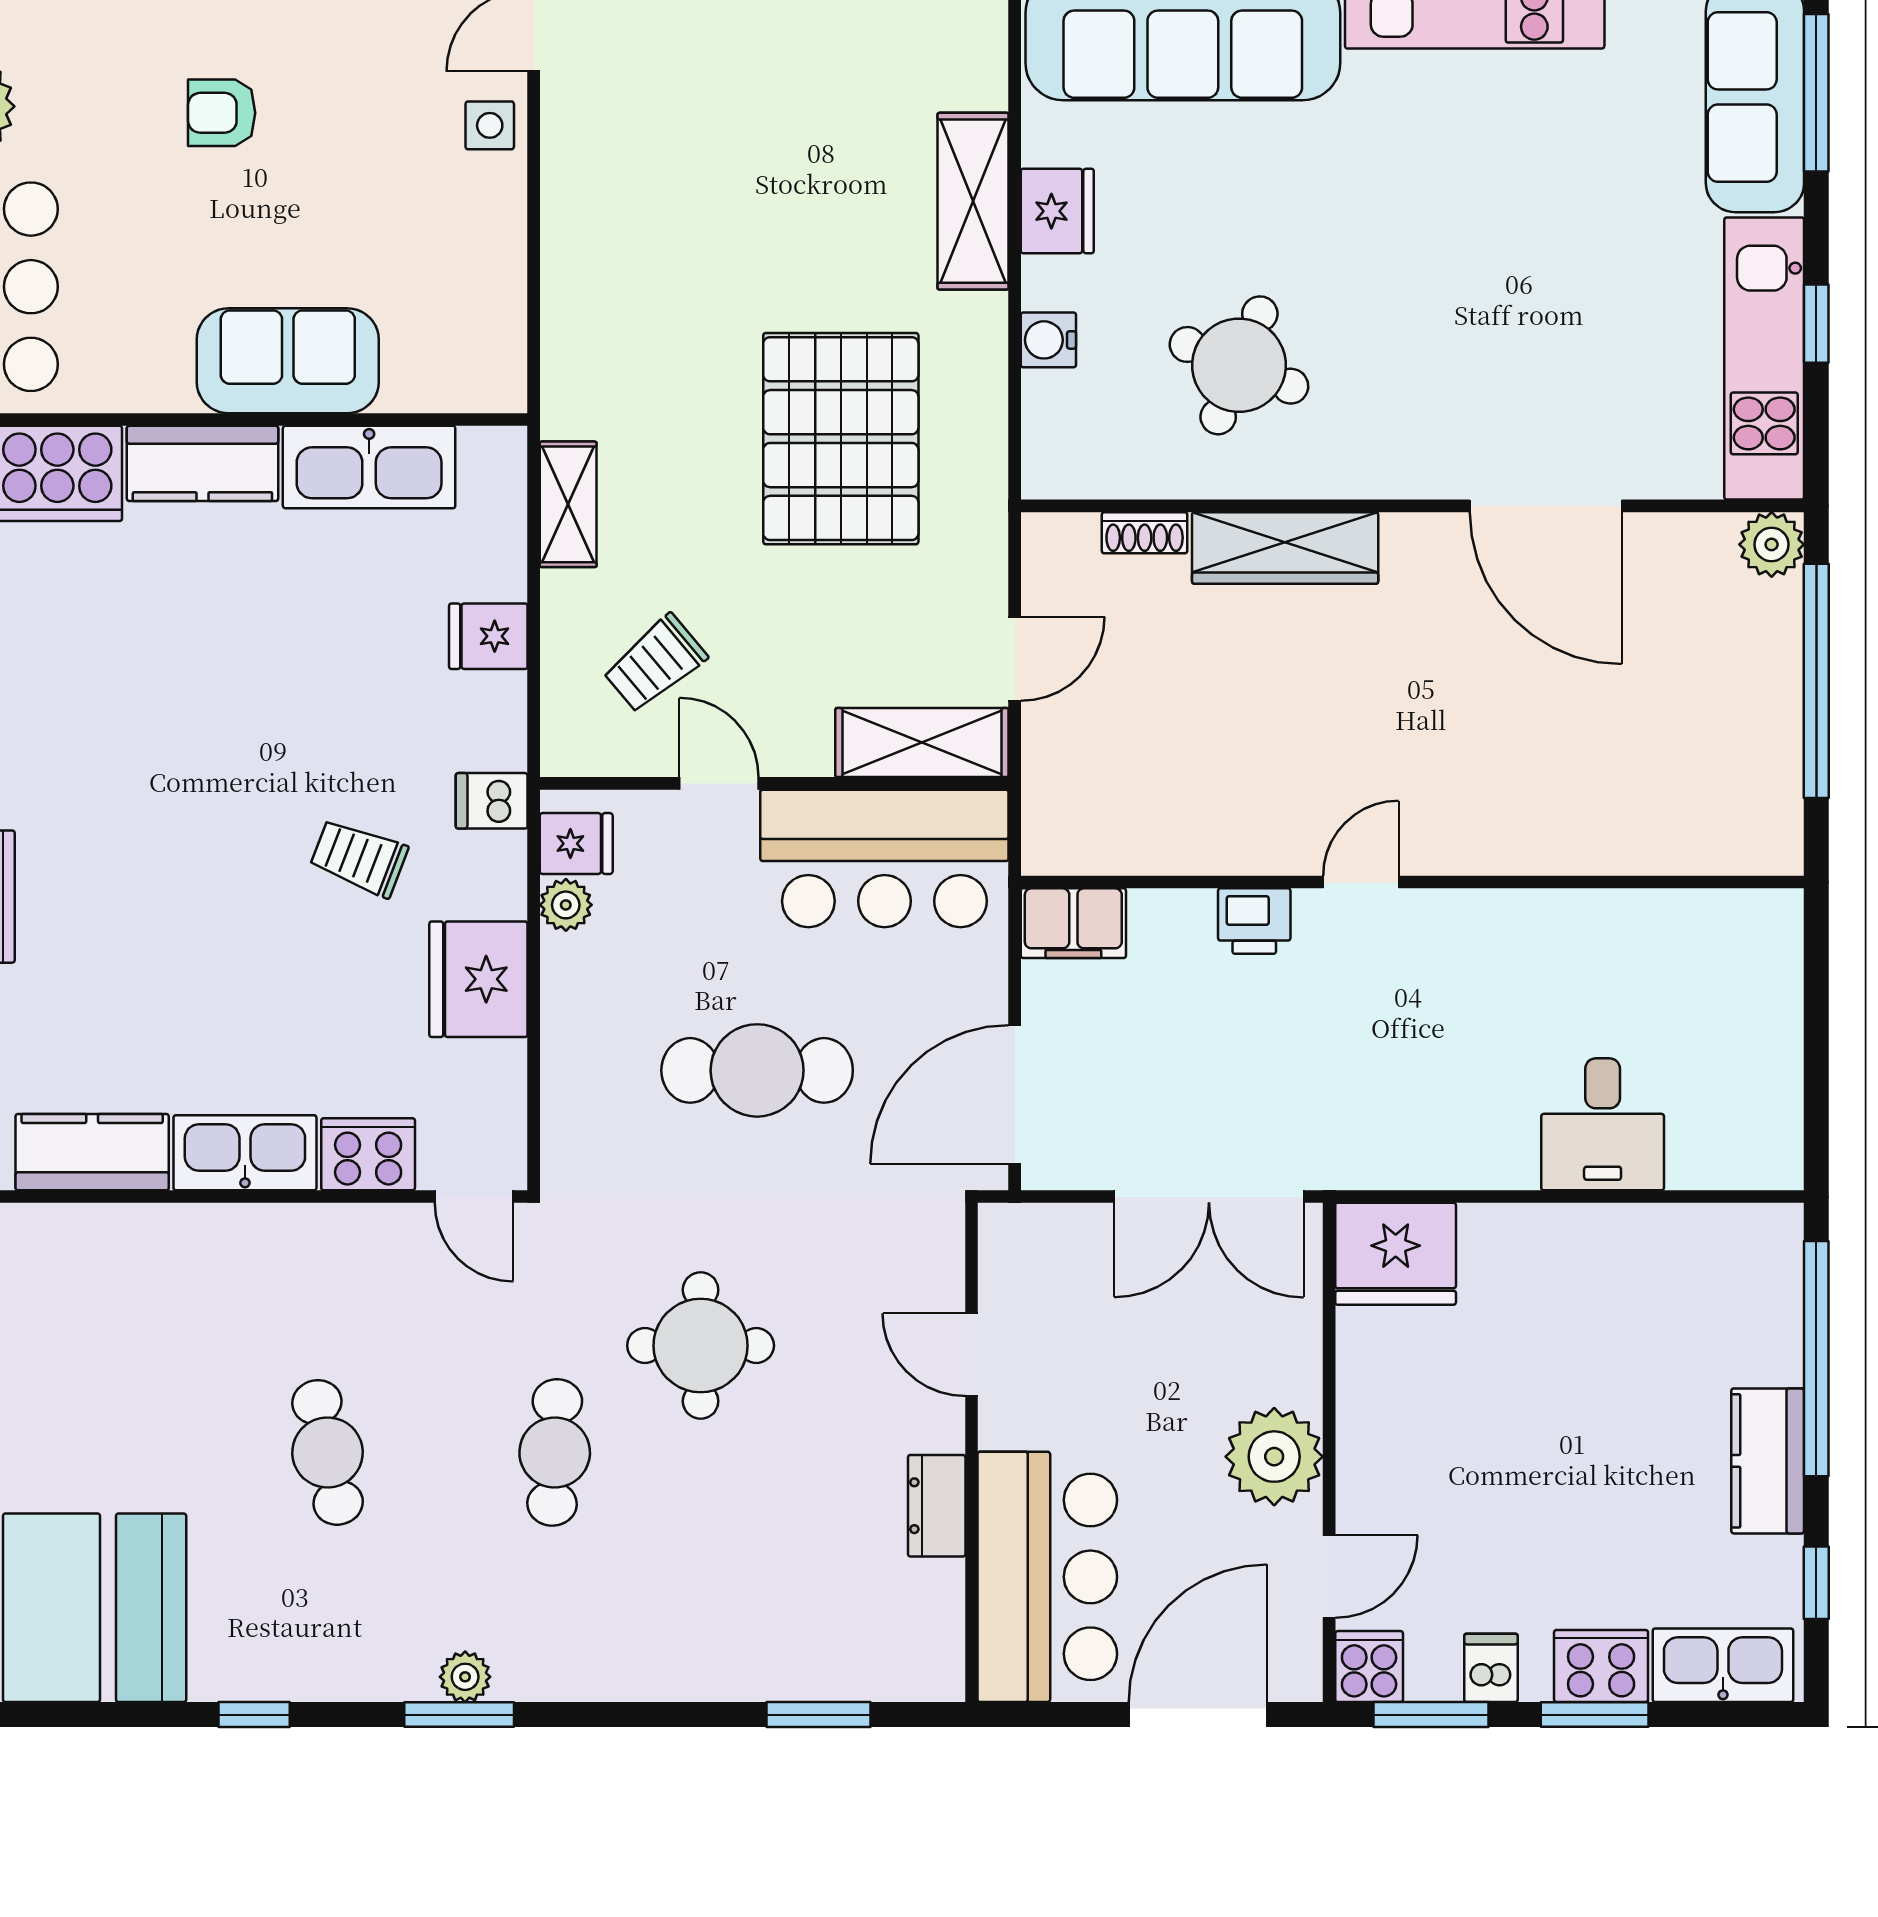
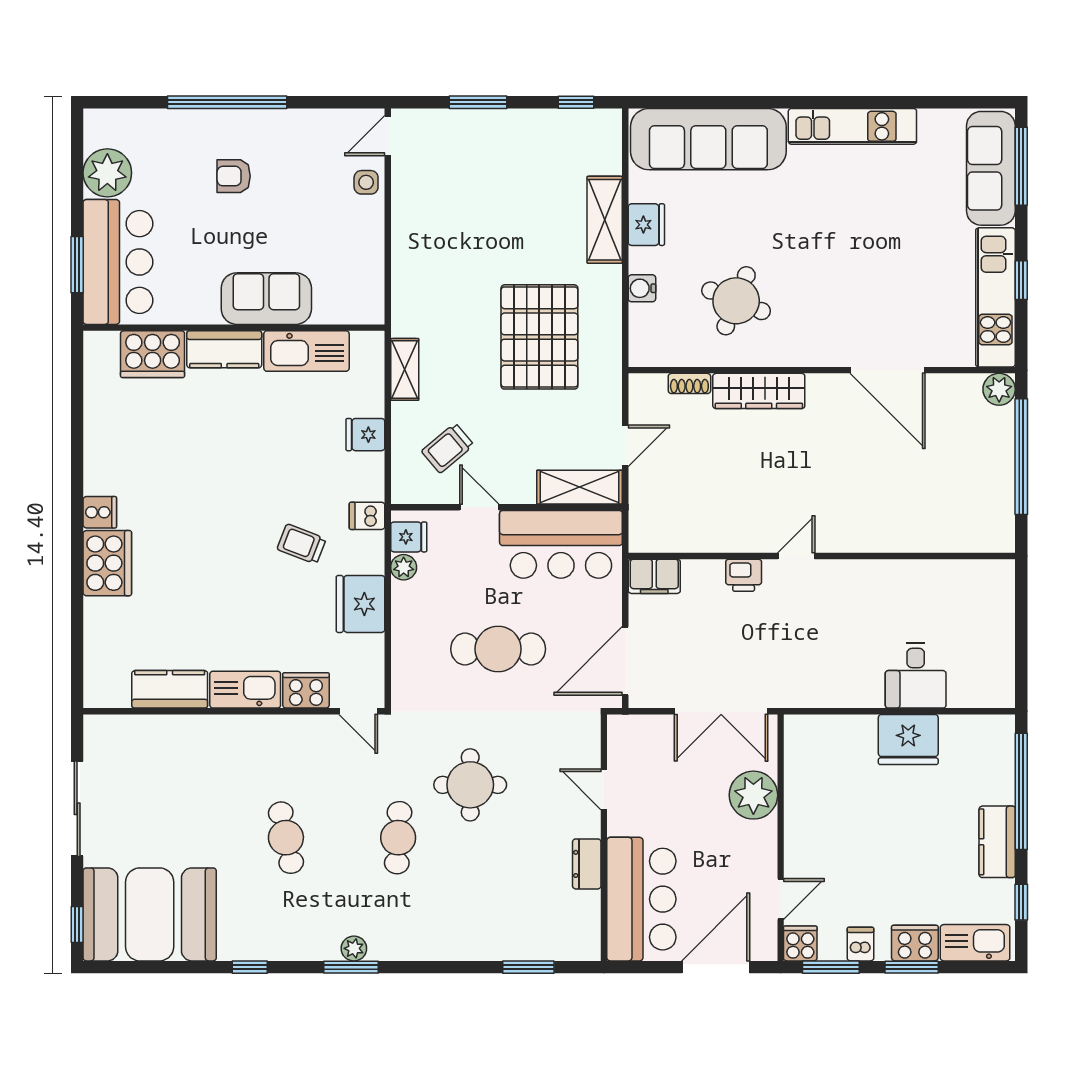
fridge: (1396, 1254) -> (908, 740), moved
plant: (1274, 1457) -> (753, 795), moved

